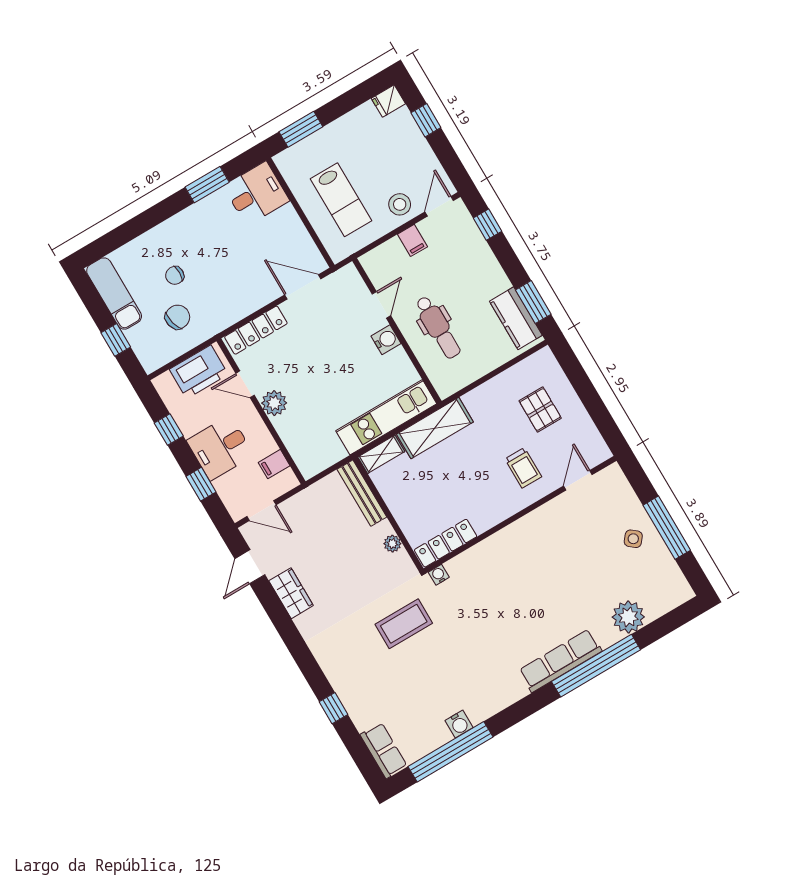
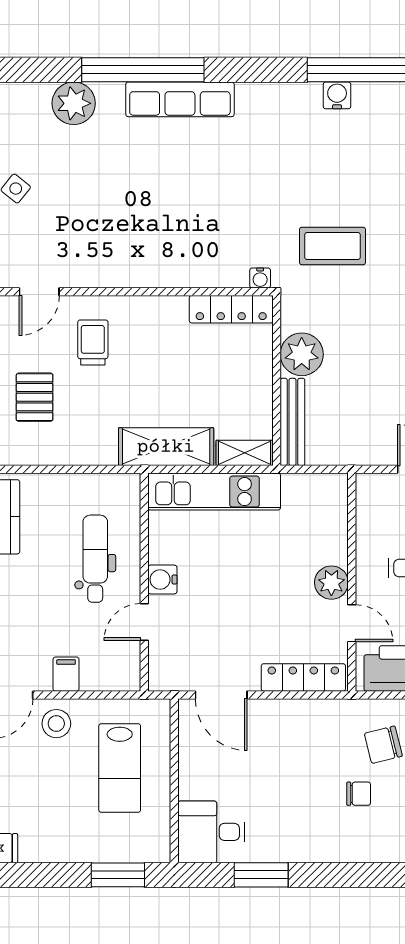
lab bench: (341, 200) -> (120, 768), turned 180
filing cabinet: (274, 464) -> (372, 514), removed
plant: (392, 544) -> (302, 354), width x1.88, depth x1.88

